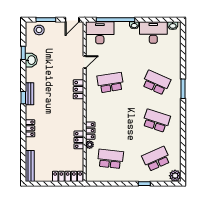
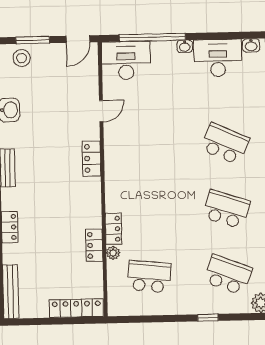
school desk: (110, 83) -> (146, 145), removed
school desk: (156, 159) -> (228, 275), turned 45

